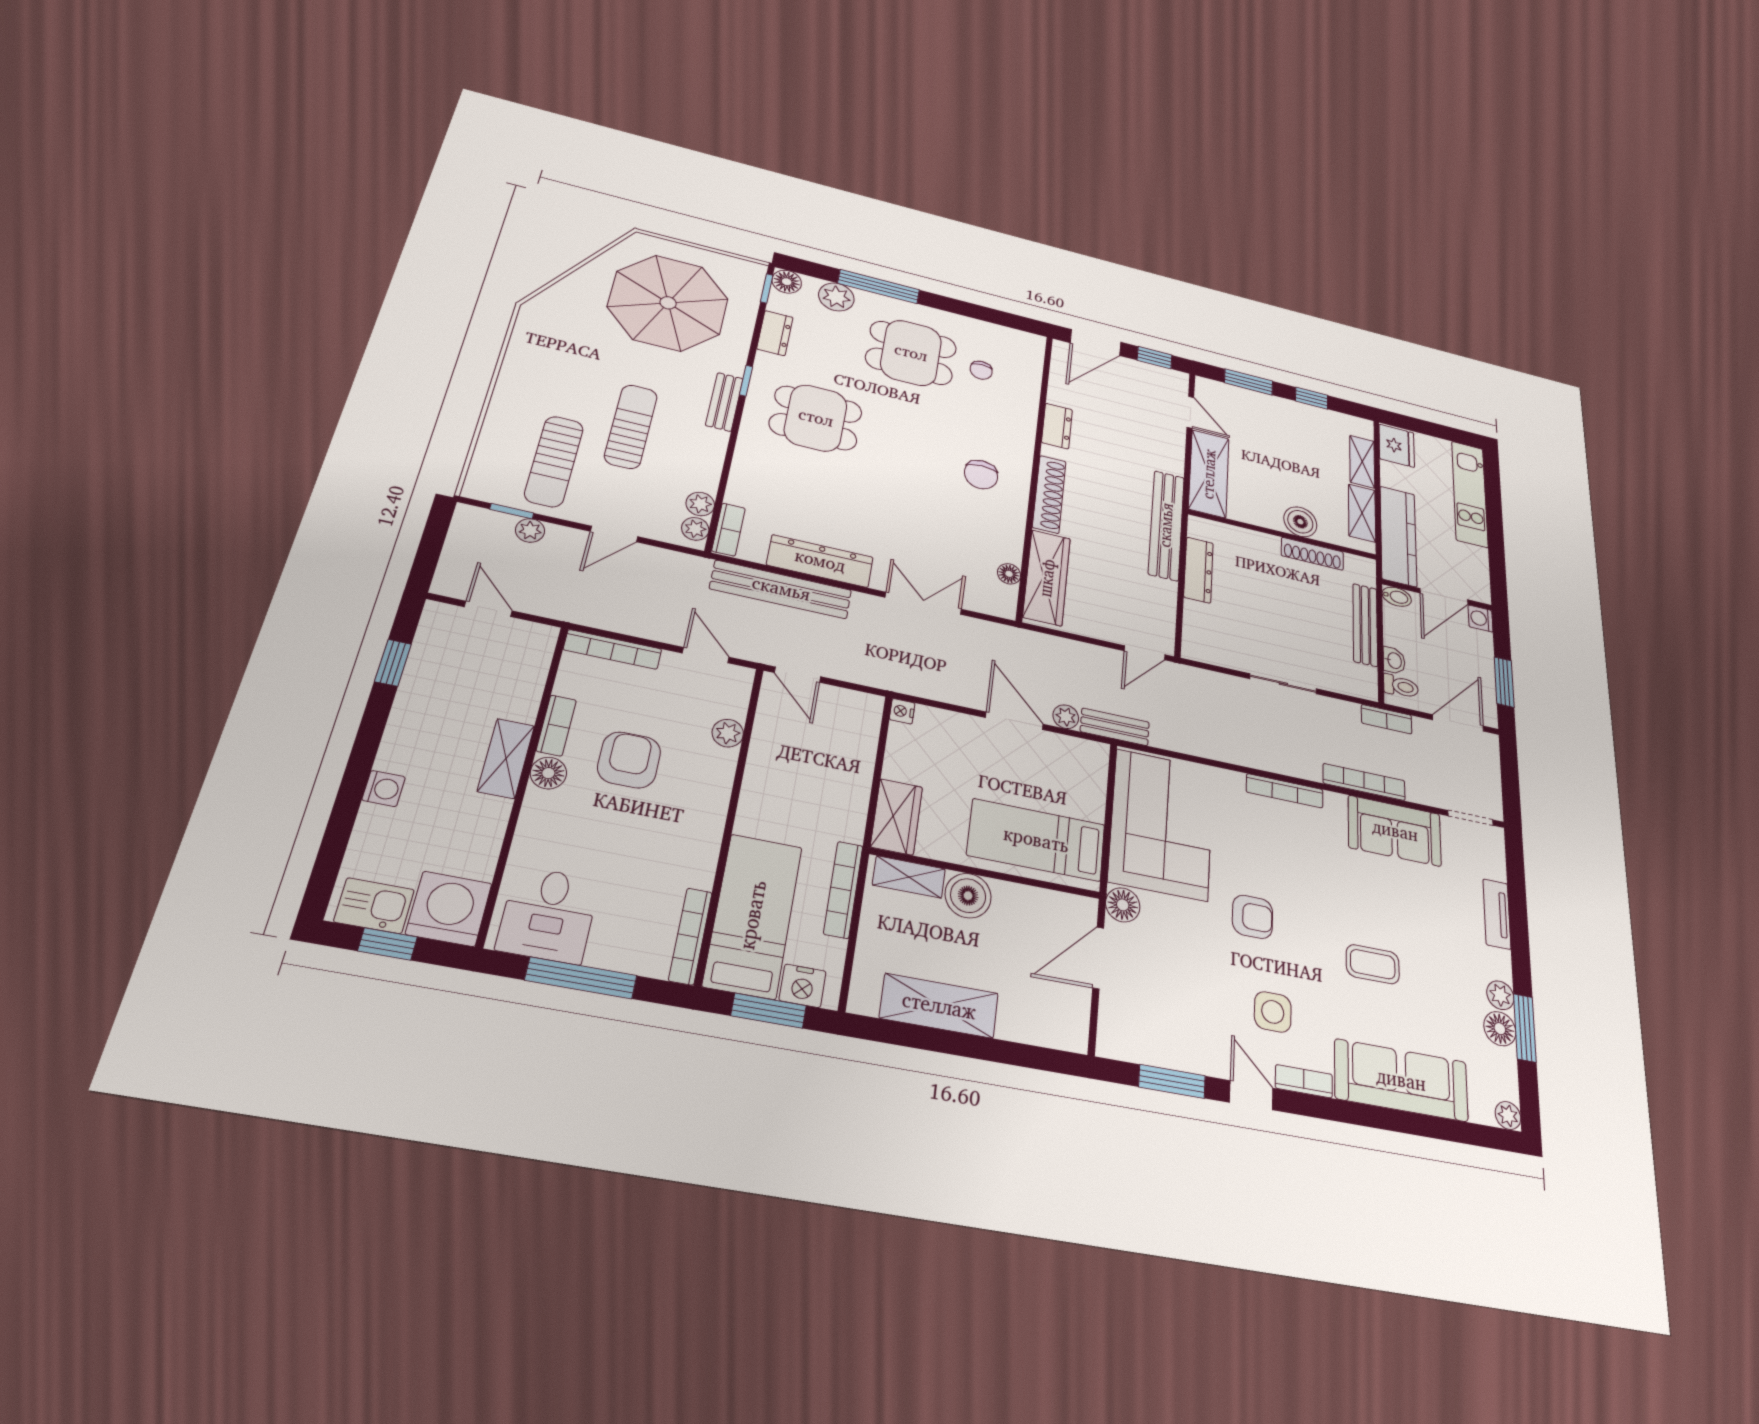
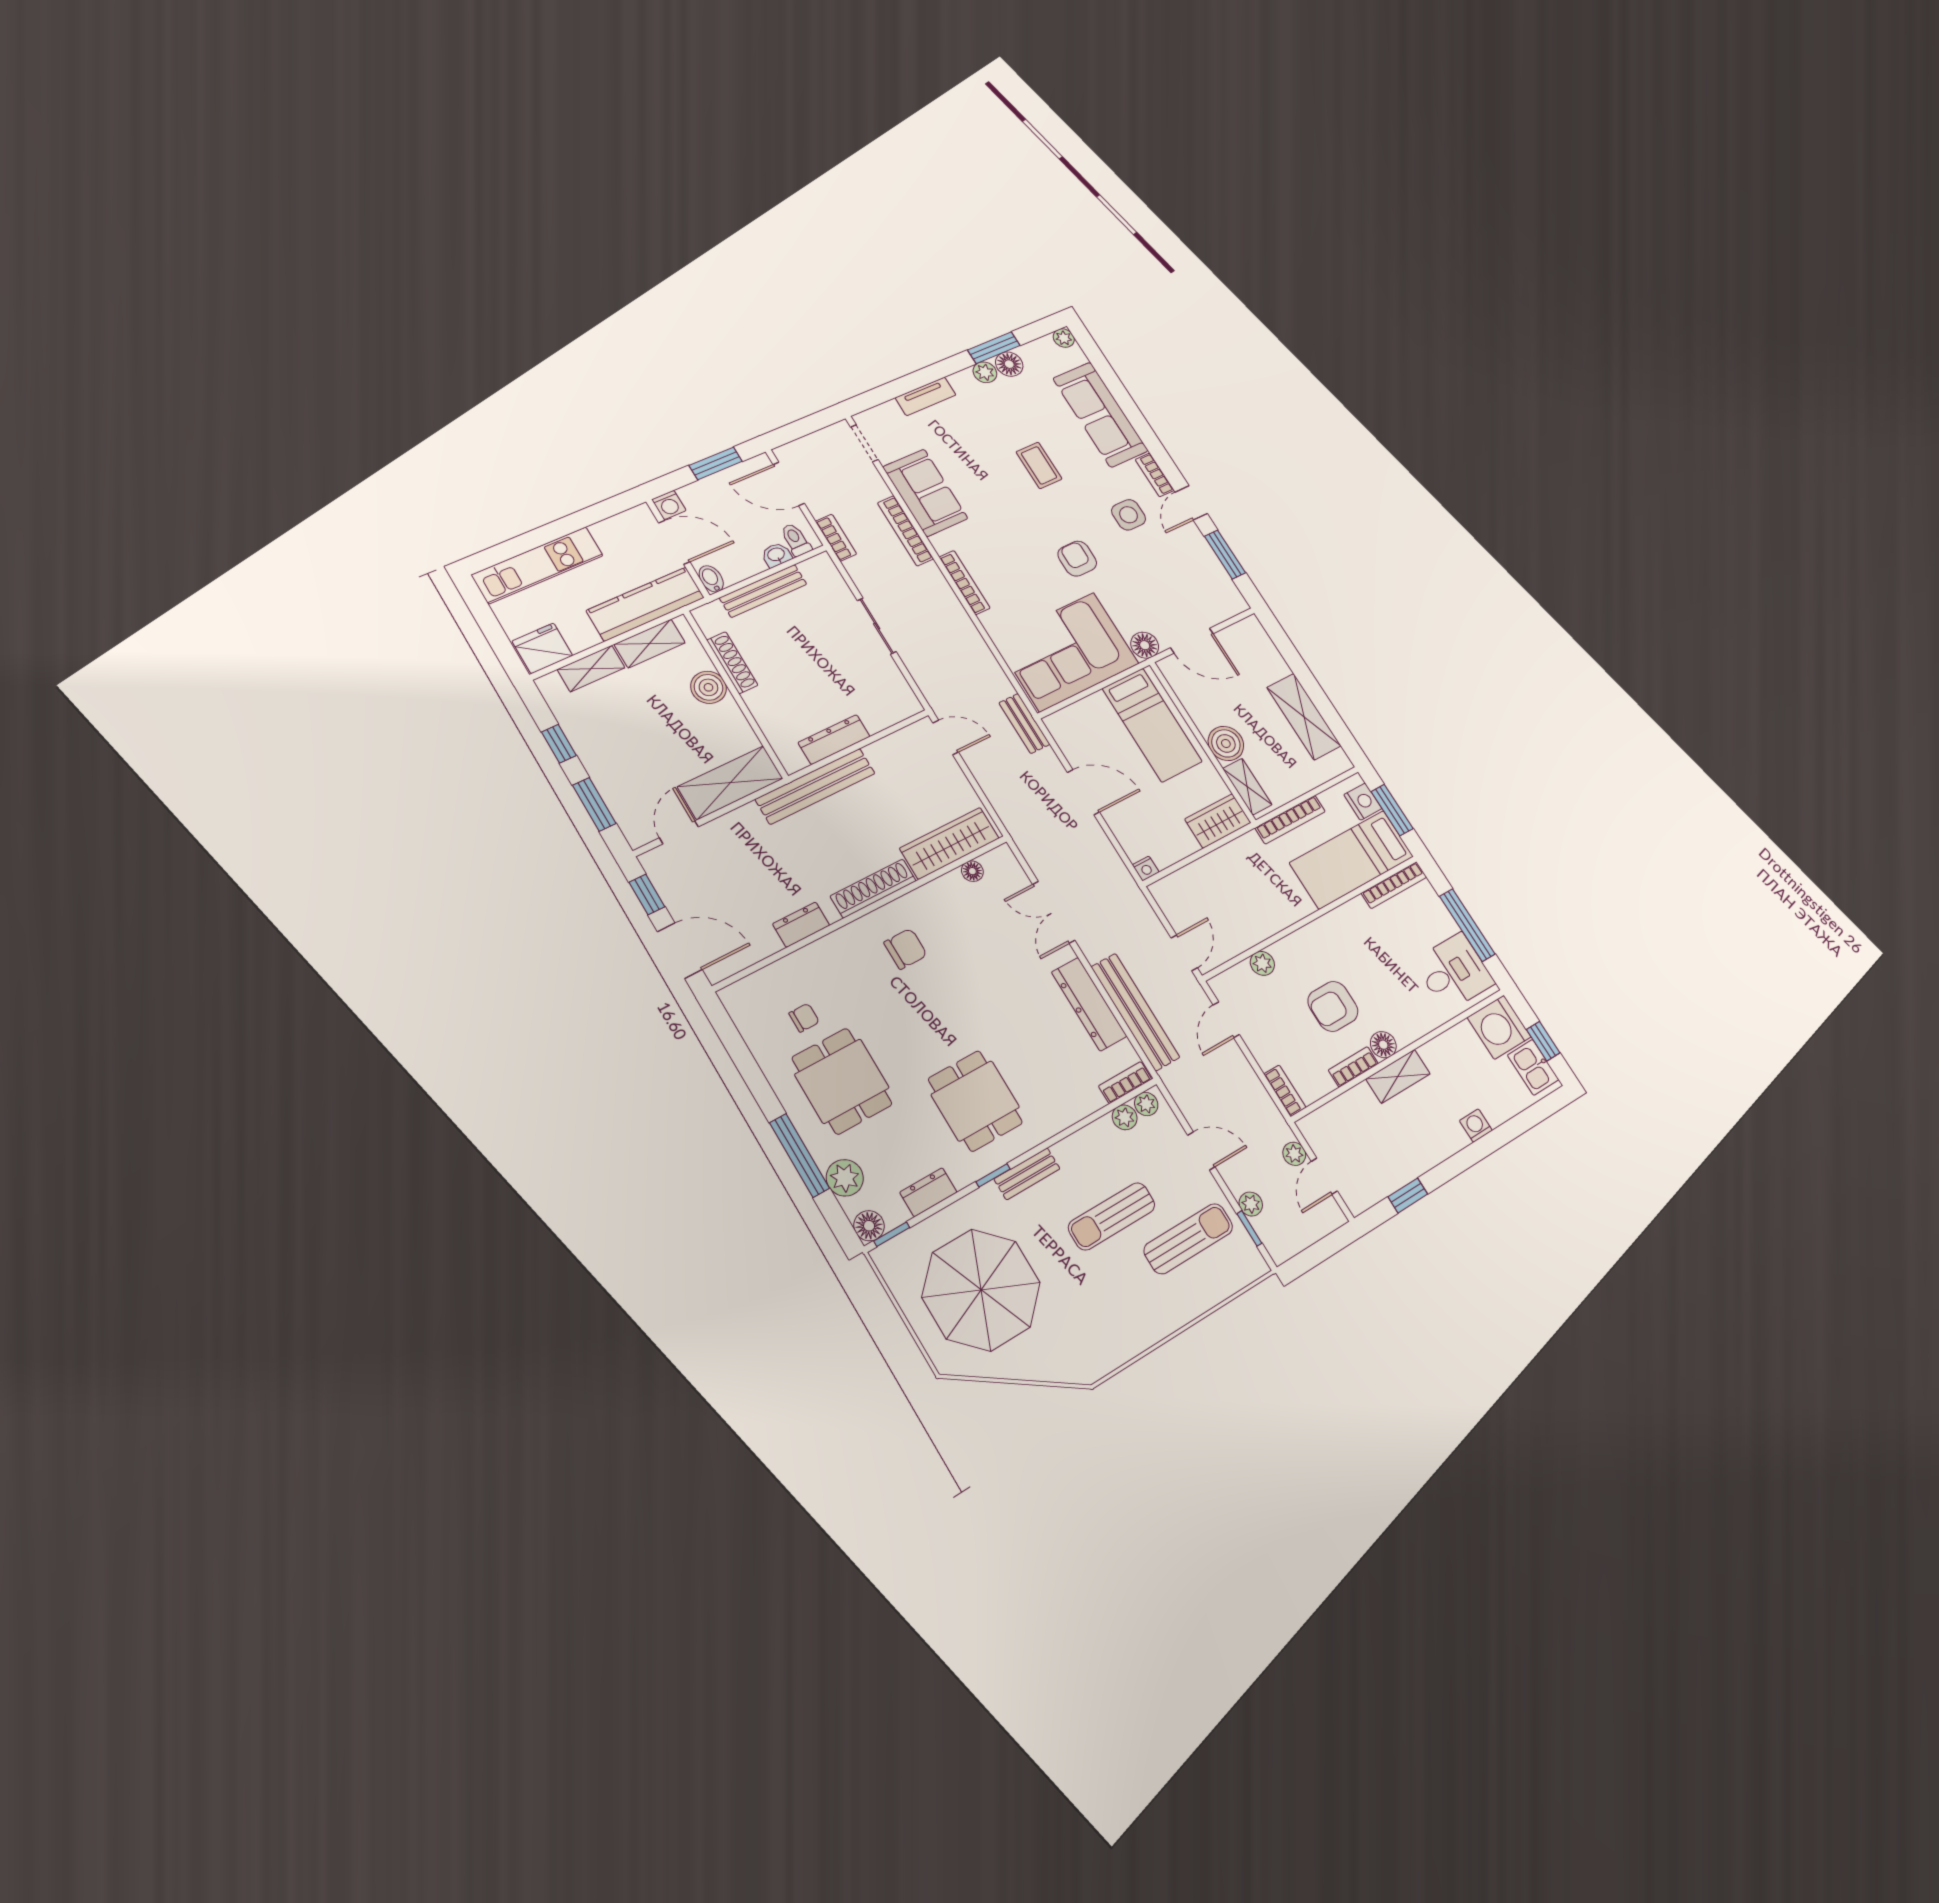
bookcase: (613, 649) -> (1285, 1091), width x0.64
plant: (1066, 717) -> (1294, 1154), moved
door: (1014, 721) -> (1083, 792), swing flipped

